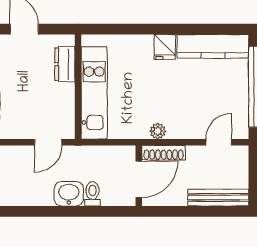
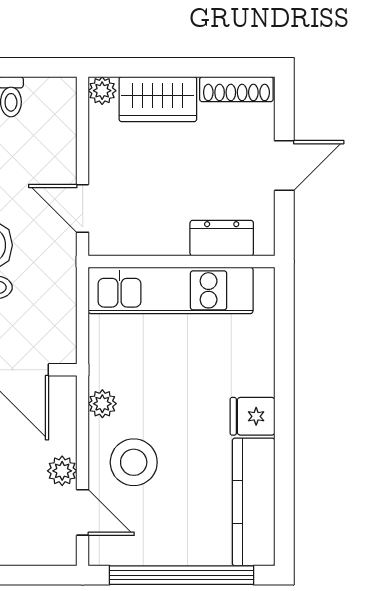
stool: (191, 114) -> (134, 462), added
shoe rack: (164, 153) -> (64, 414), removed
plant: (195, 154) -> (62, 471), added

